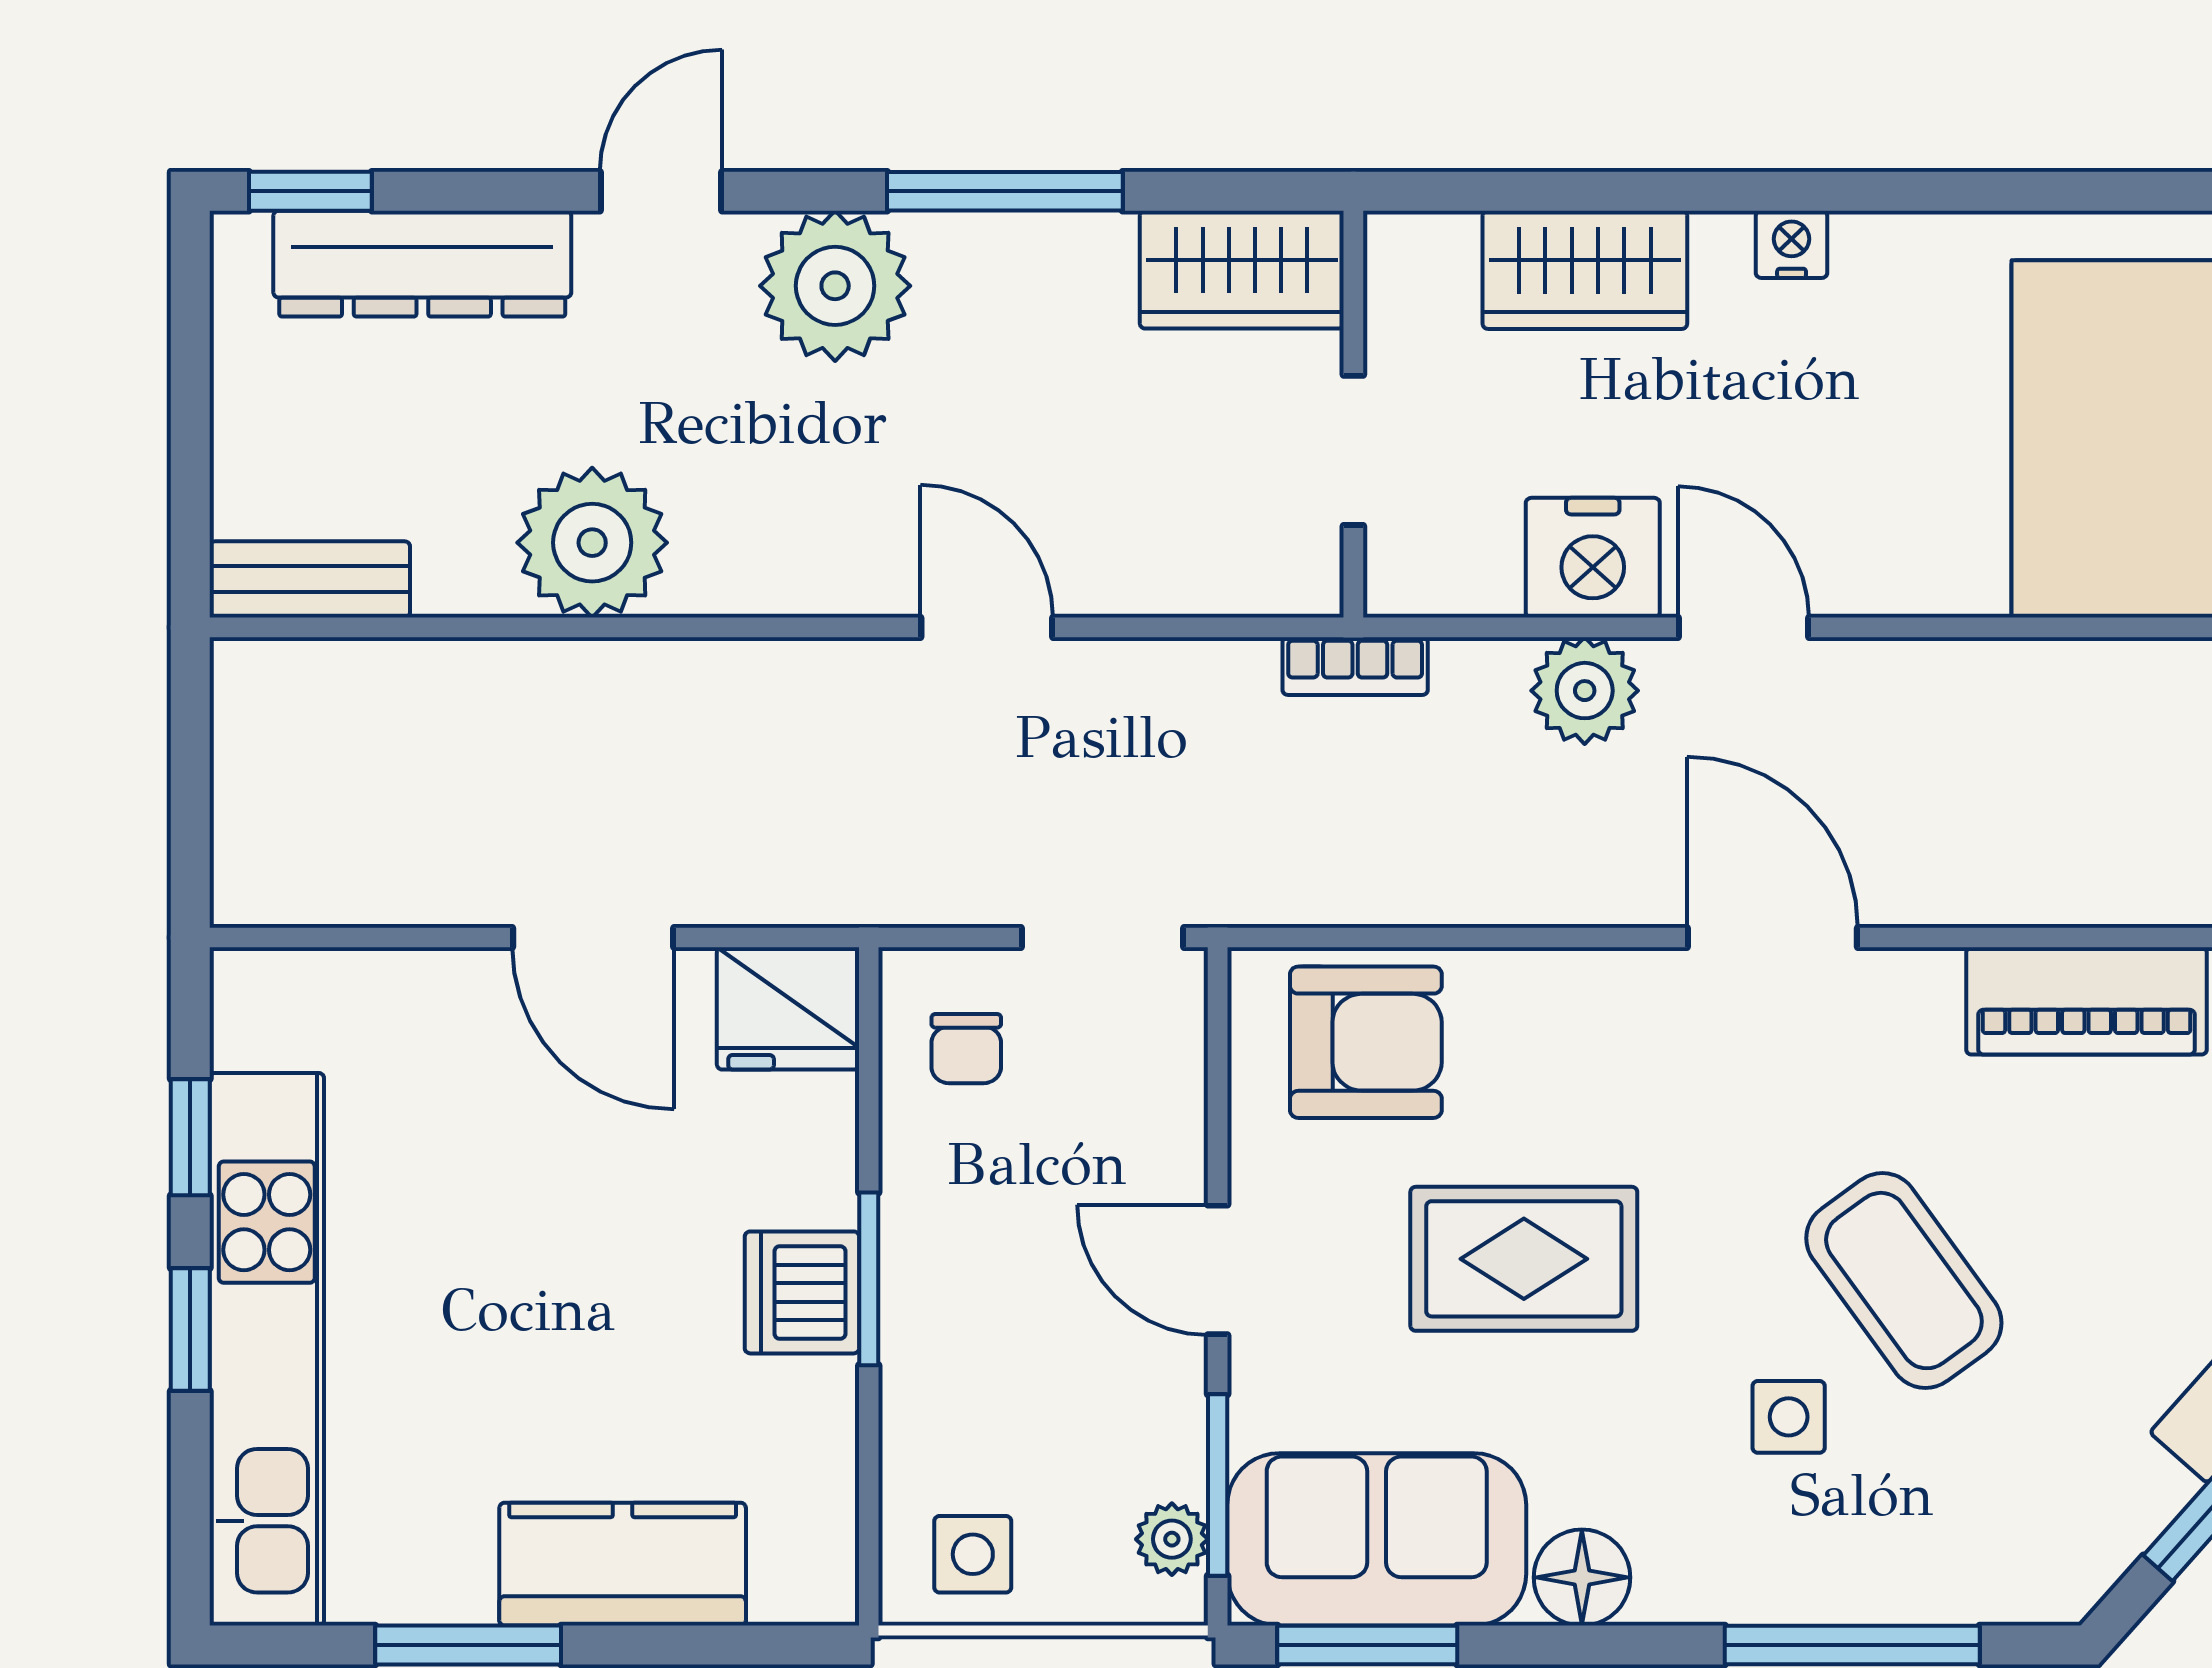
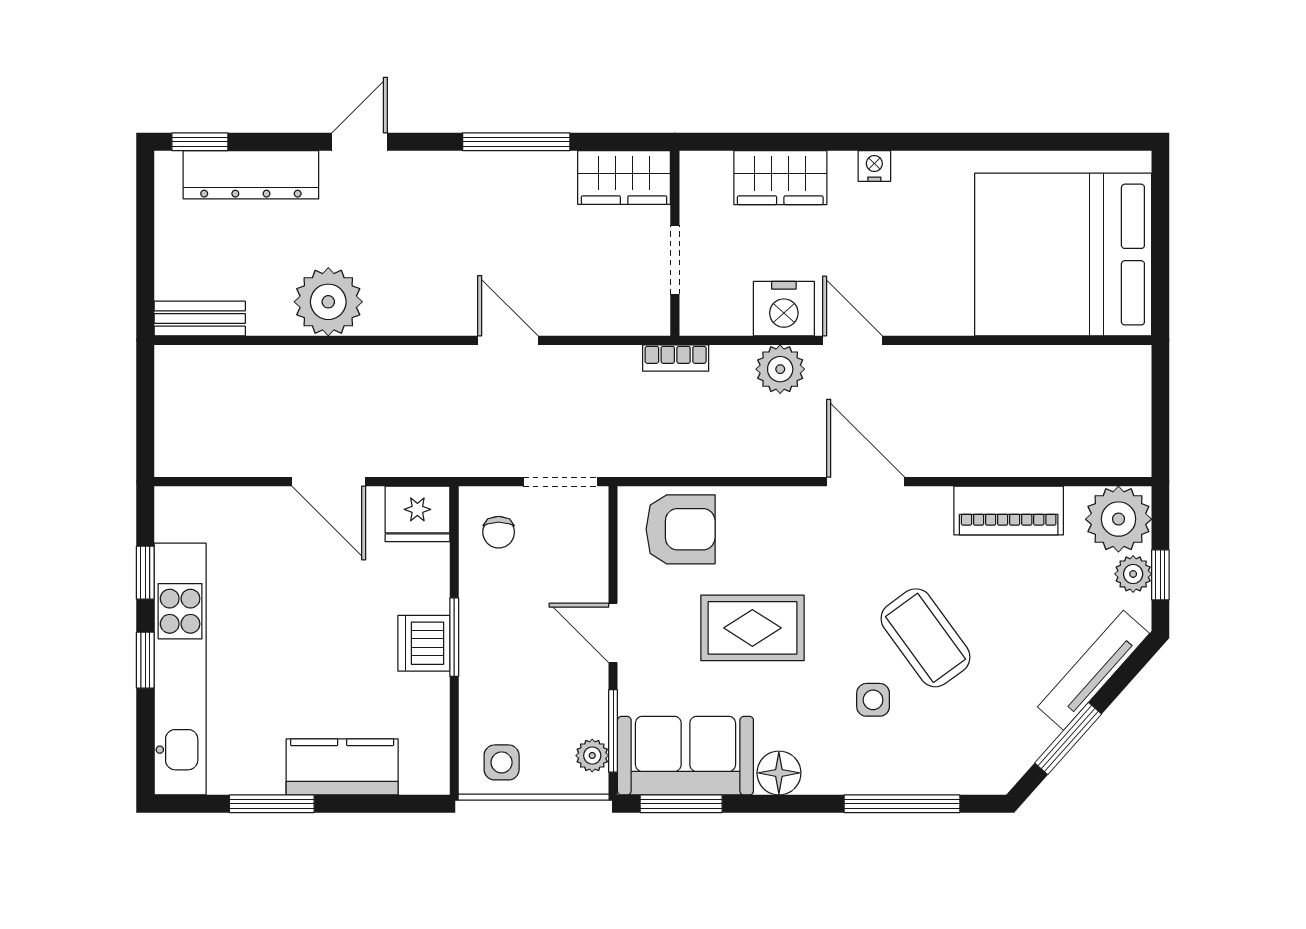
plant: (835, 286) -> (439, 185), removed

